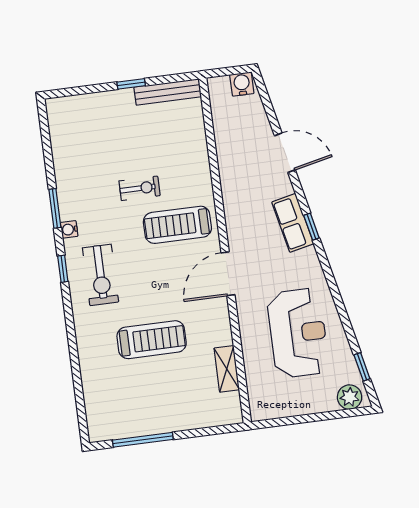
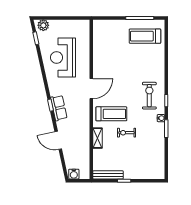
treadmill: (152, 340) -> (145, 36), moved
shelving: (227, 369) -> (97, 138), moved

